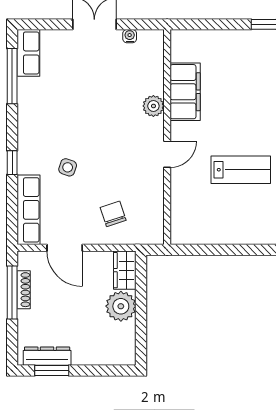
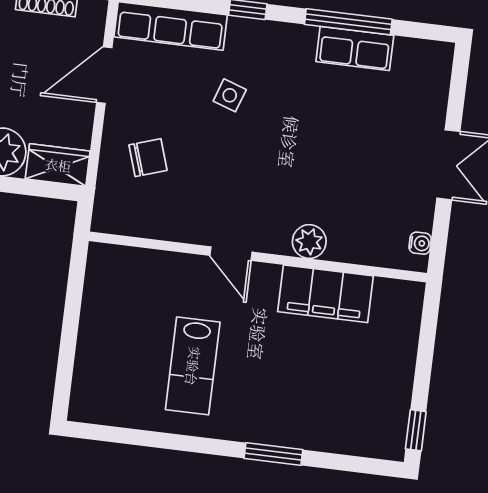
water cooler: (130, 36) -> (420, 243), moved
row of seats: (28, 53) -> (355, 48), moved
window: (12, 76) -> (348, 22), moved

